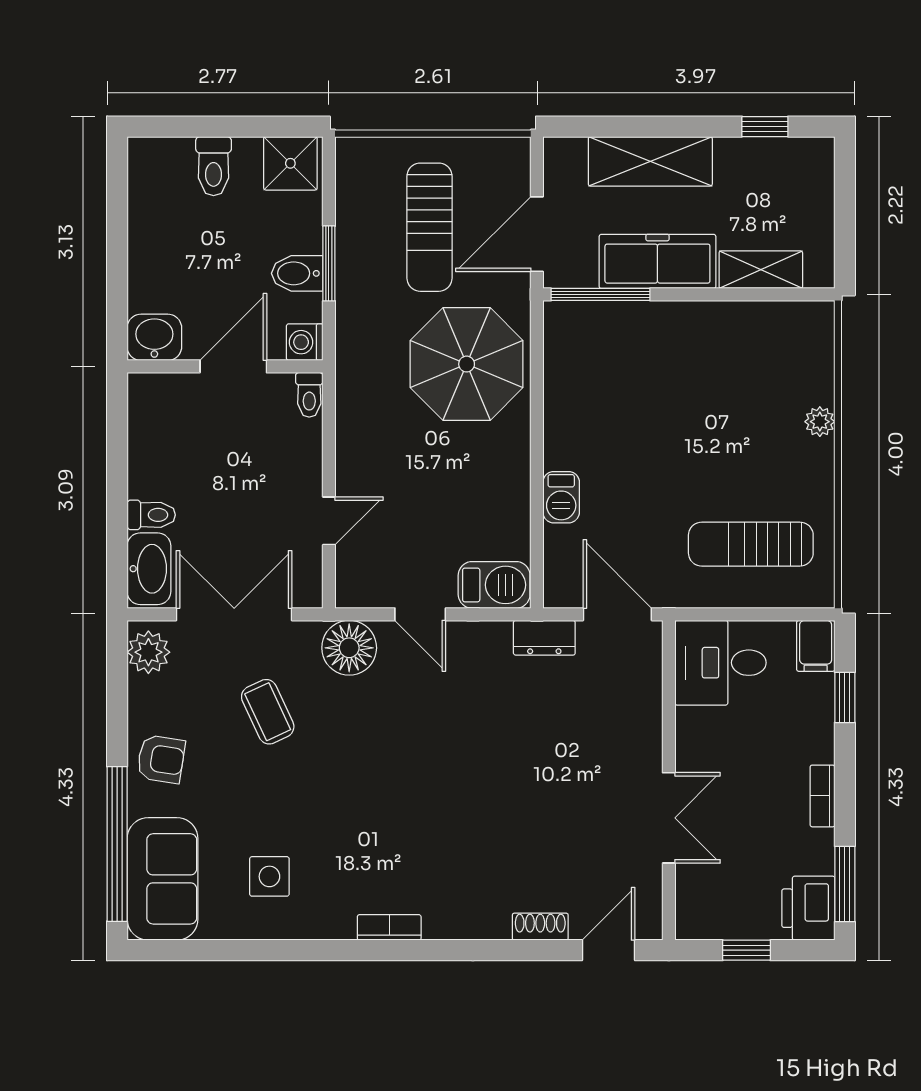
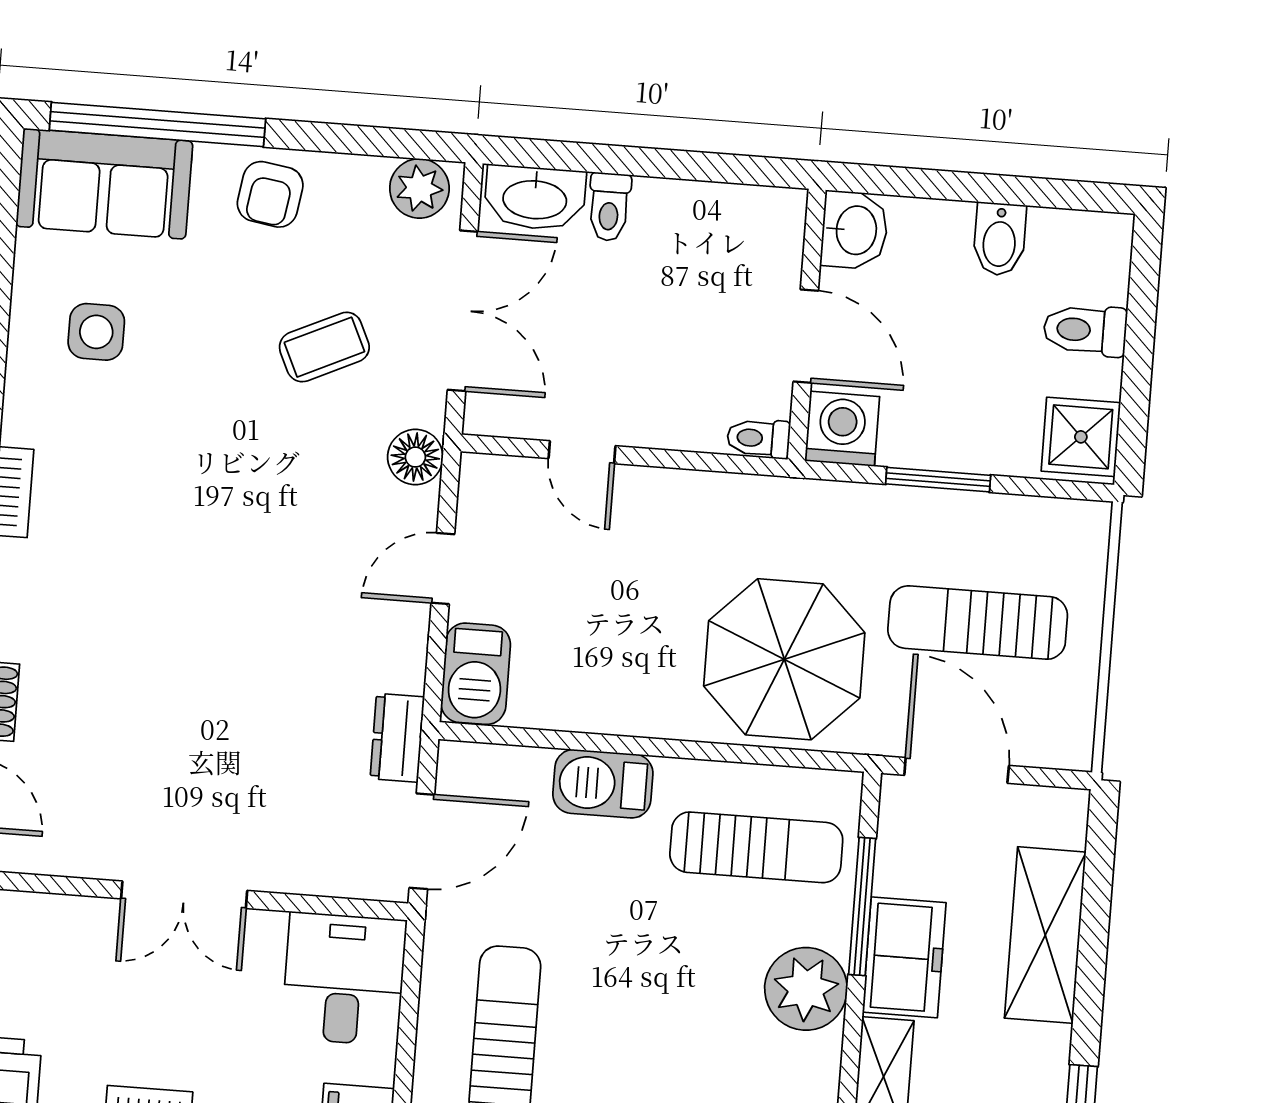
freezer: (657, 261) -> (904, 957), width x0.71
bidet: (297, 273) -> (1000, 239), moved, turned 180
window: (600, 294) -> (862, 906), moved
plant: (702, 330) -> (806, 989), added
washing machine: (305, 342) -> (842, 429), width x1.38, depth x1.38
sun lounger: (603, 374) -> (756, 847), added
barbecue: (561, 497) -> (603, 784), width x1.38, depth x1.27
floor lamp: (349, 648) -> (415, 457), width x0.73, depth x0.73
double door: (669, 818) -> (184, 895), moved

